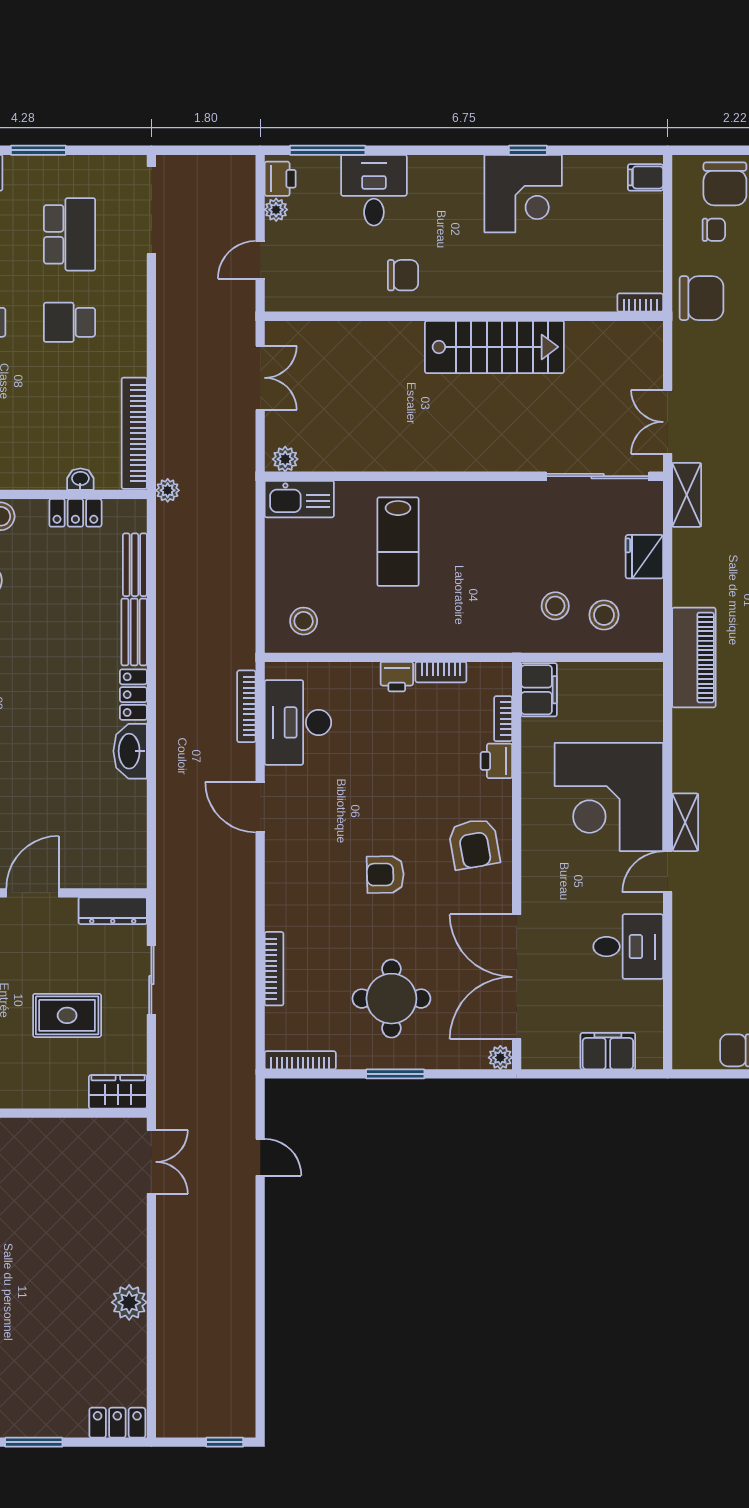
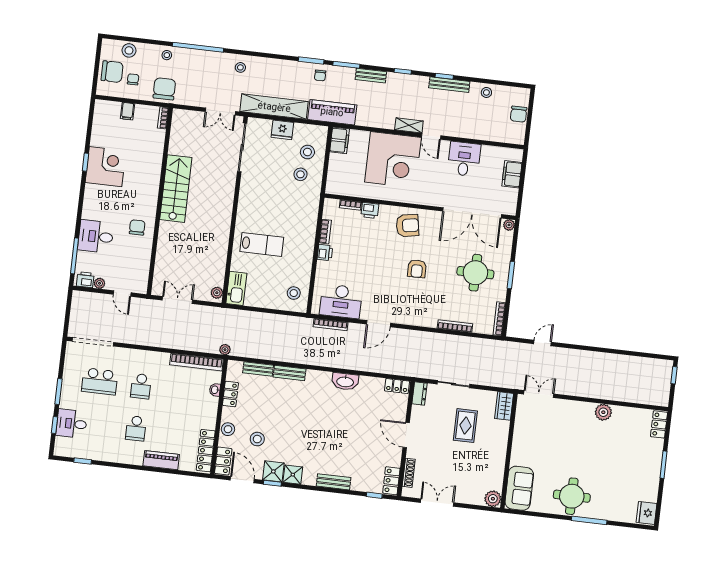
filing cabinet: (645, 177) -> (127, 111), moved
school desk: (70, 234) -> (100, 381), turned 180
shelving: (687, 495) -> (274, 107), width x2.20, depth x1.33
filing cabinet: (539, 690) -> (339, 140), moved, turned 90
locker: (133, 695) -> (397, 386), moved
dresser: (113, 911) -> (419, 394), width x0.70

